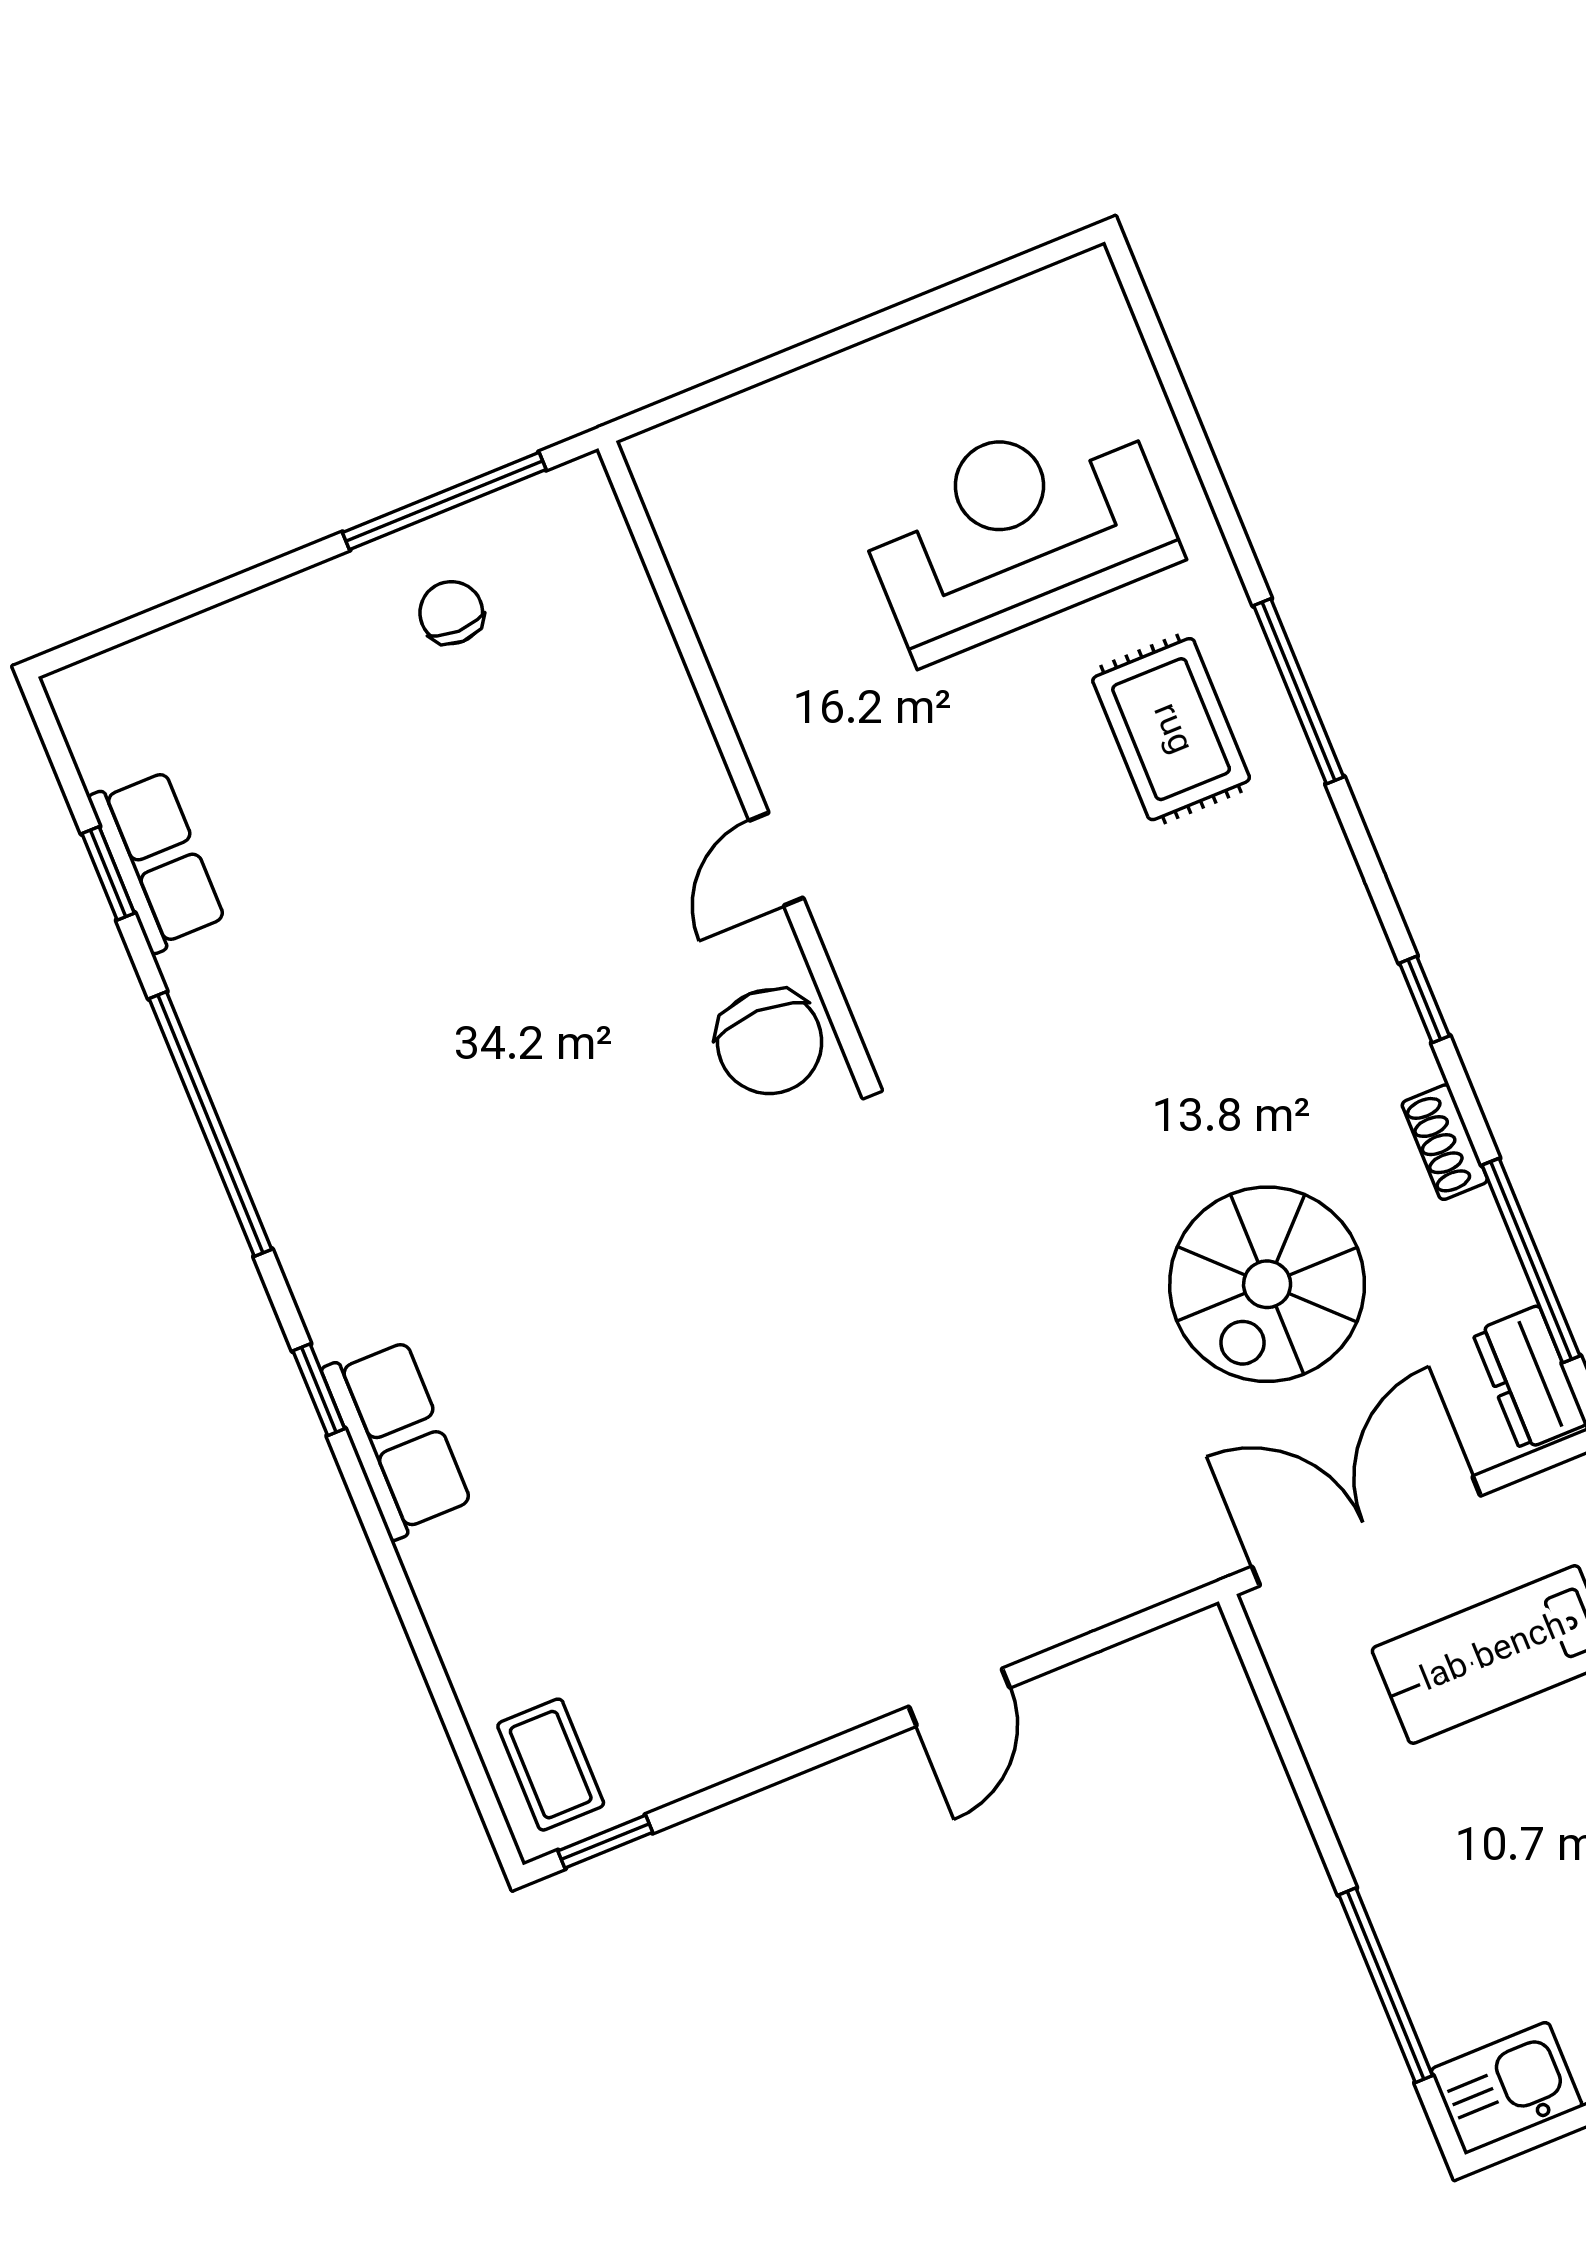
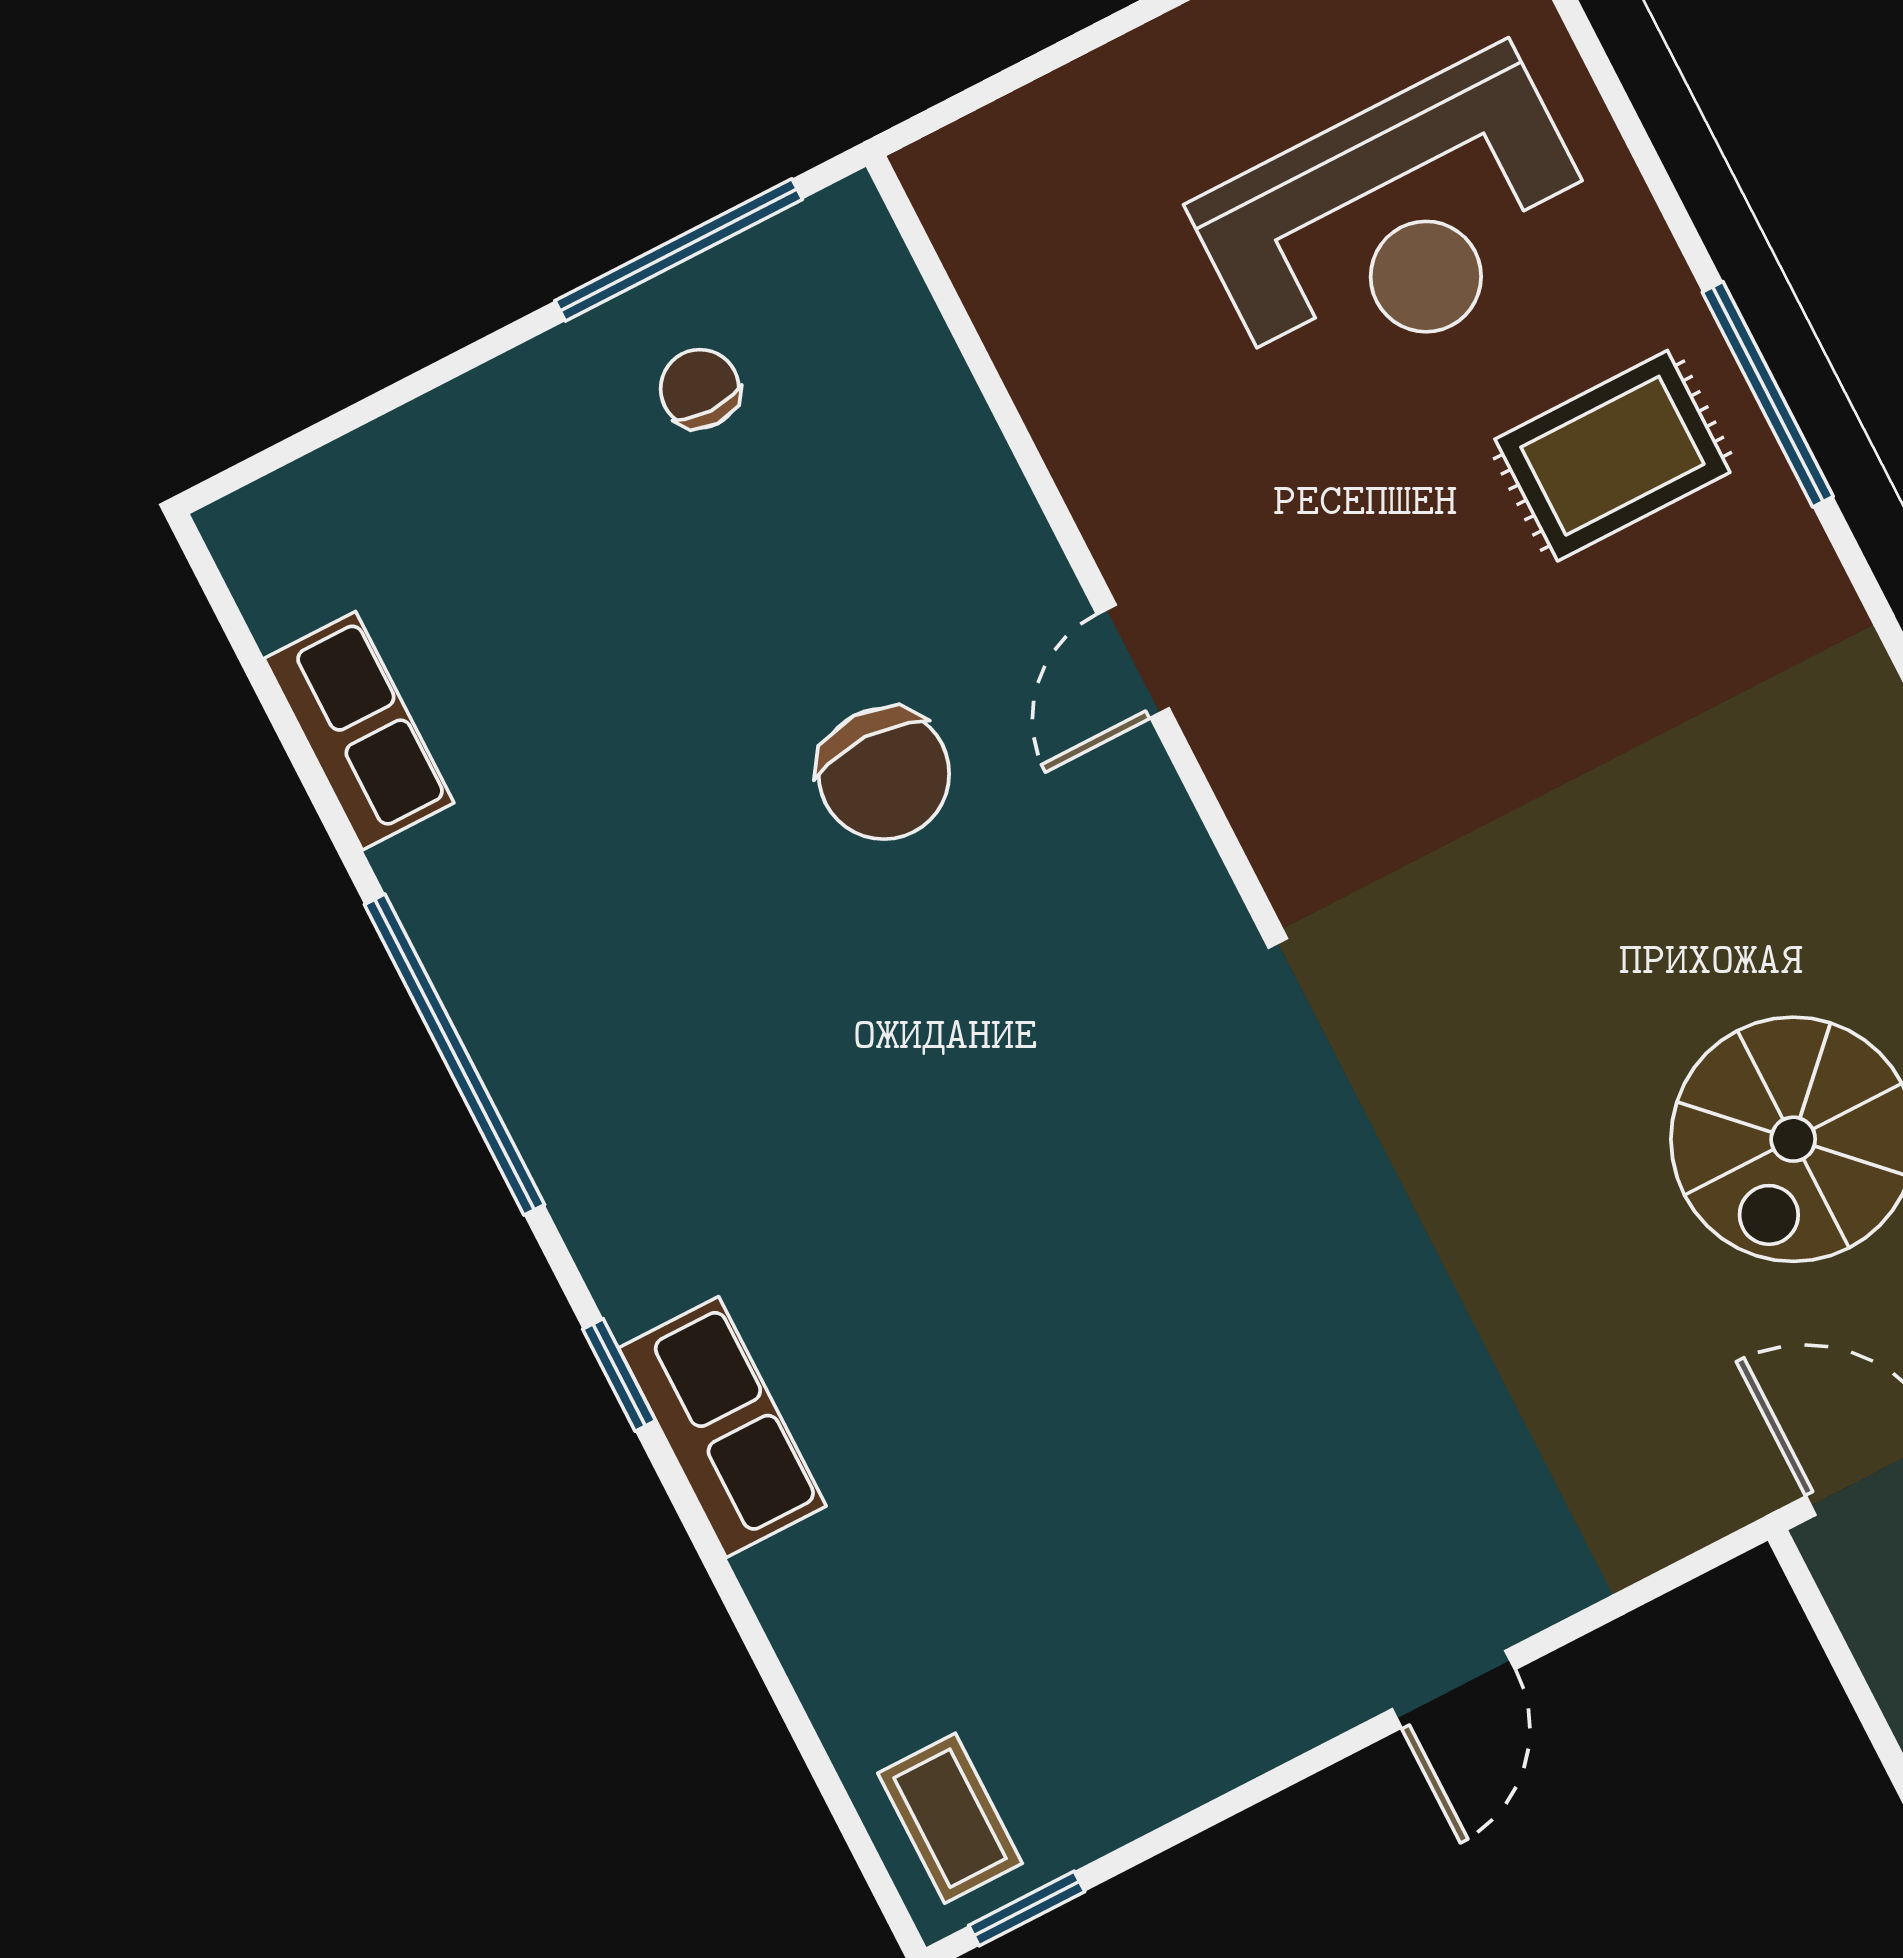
reception desk: (1017, 530) -> (1399, 223), turned 180
rug: (1171, 729) -> (1612, 456), turned 90
window: (108, 873) -> (299, 752), removed
chair: (769, 1042) -> (884, 774), moved

